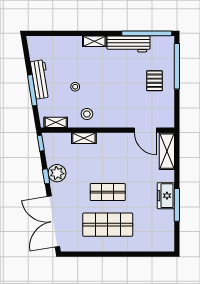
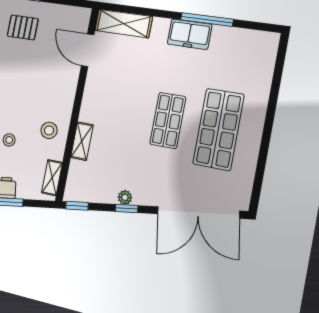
door: (145, 130) -> (88, 50), swing flipped
plant: (57, 173) -> (125, 197), width x0.53, depth x0.53

